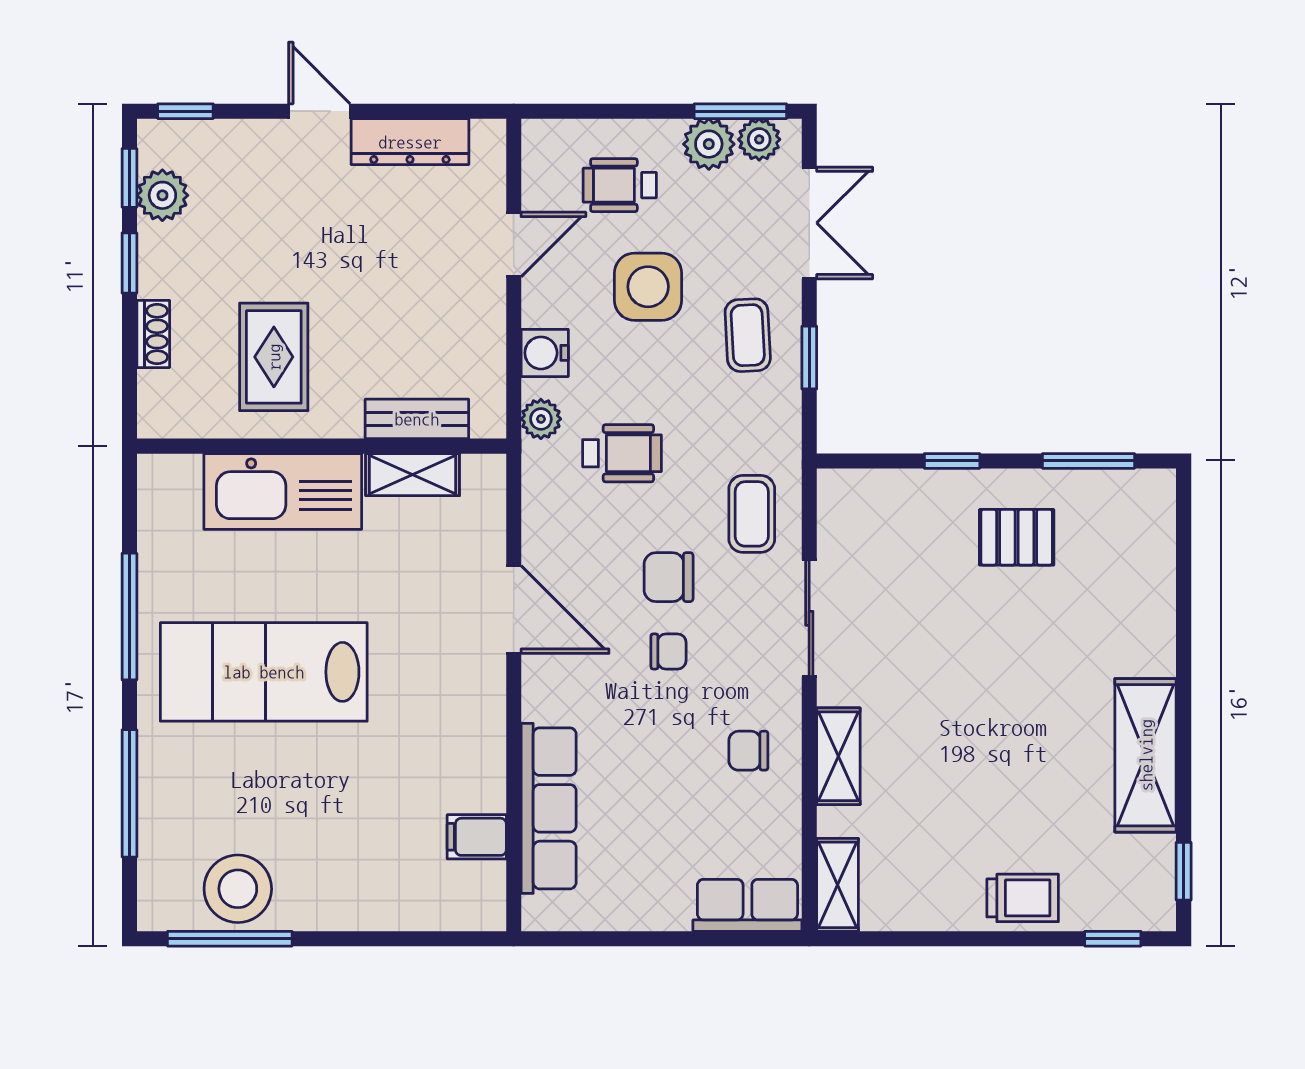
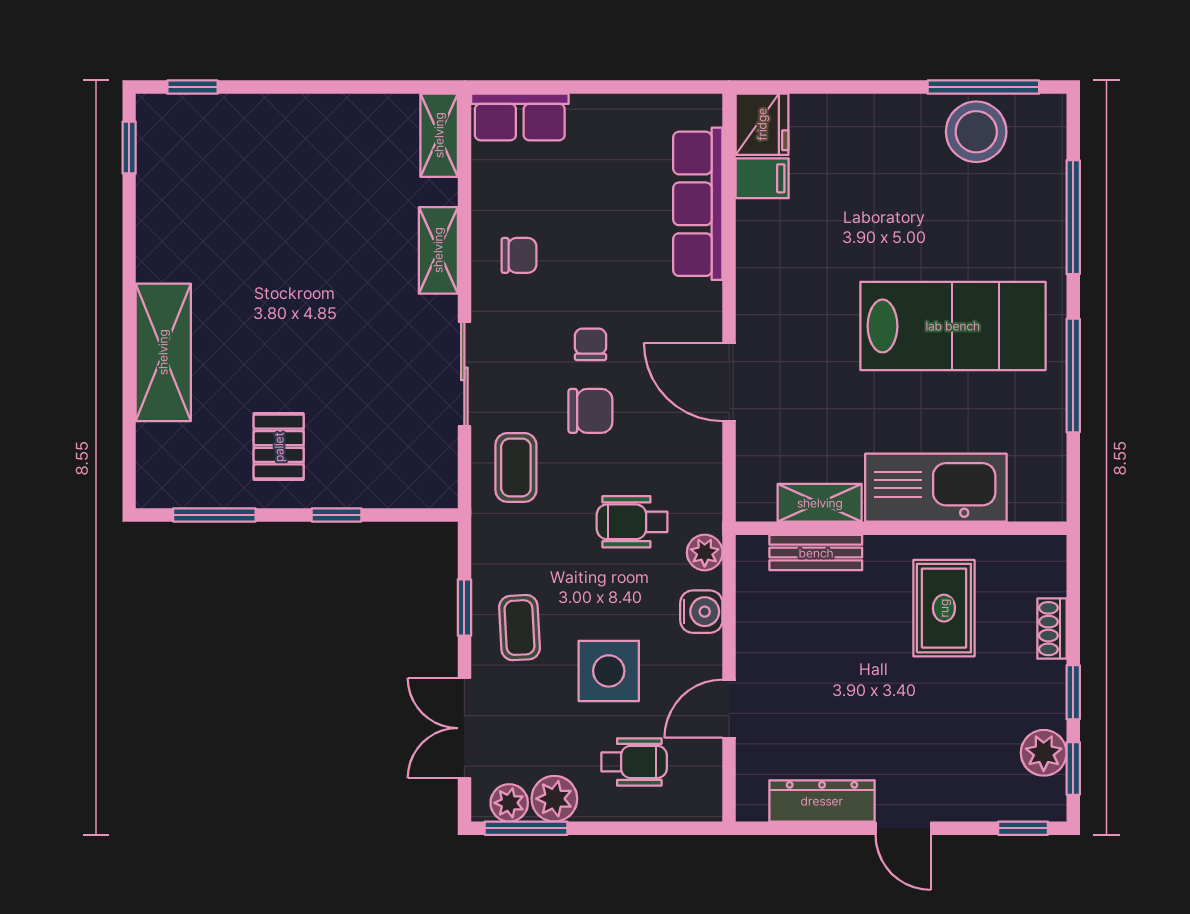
pallet: (1017, 537) -> (279, 447), turned 90
chair: (668, 651) -> (590, 344), turned 90
shelving: (1146, 755) -> (163, 352), moved
fridge: (477, 897) -> (762, 124), added
trolley: (1023, 898) -> (273, 124), removed

